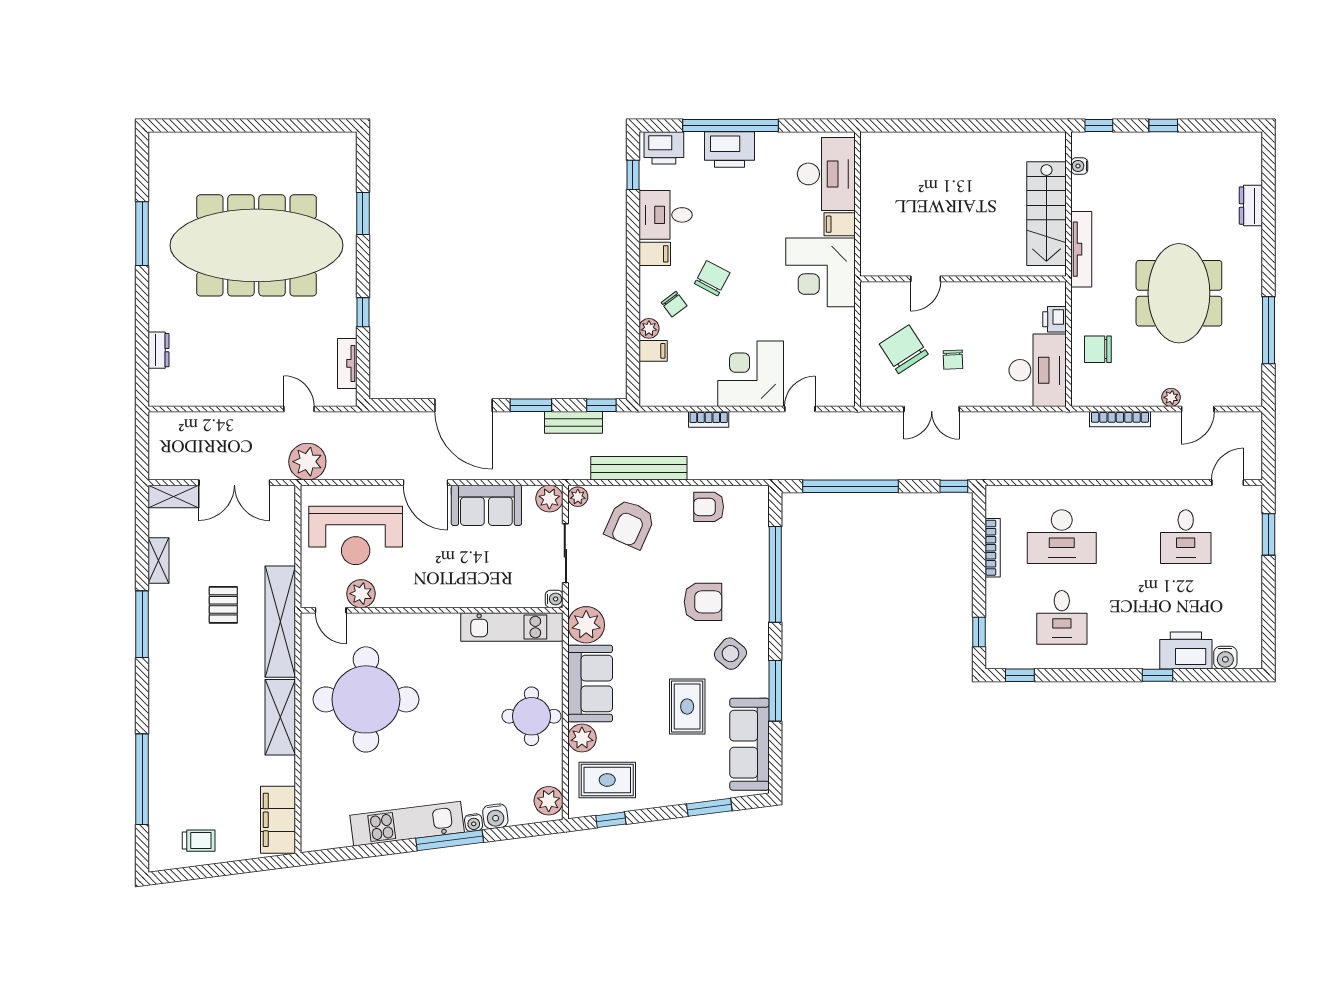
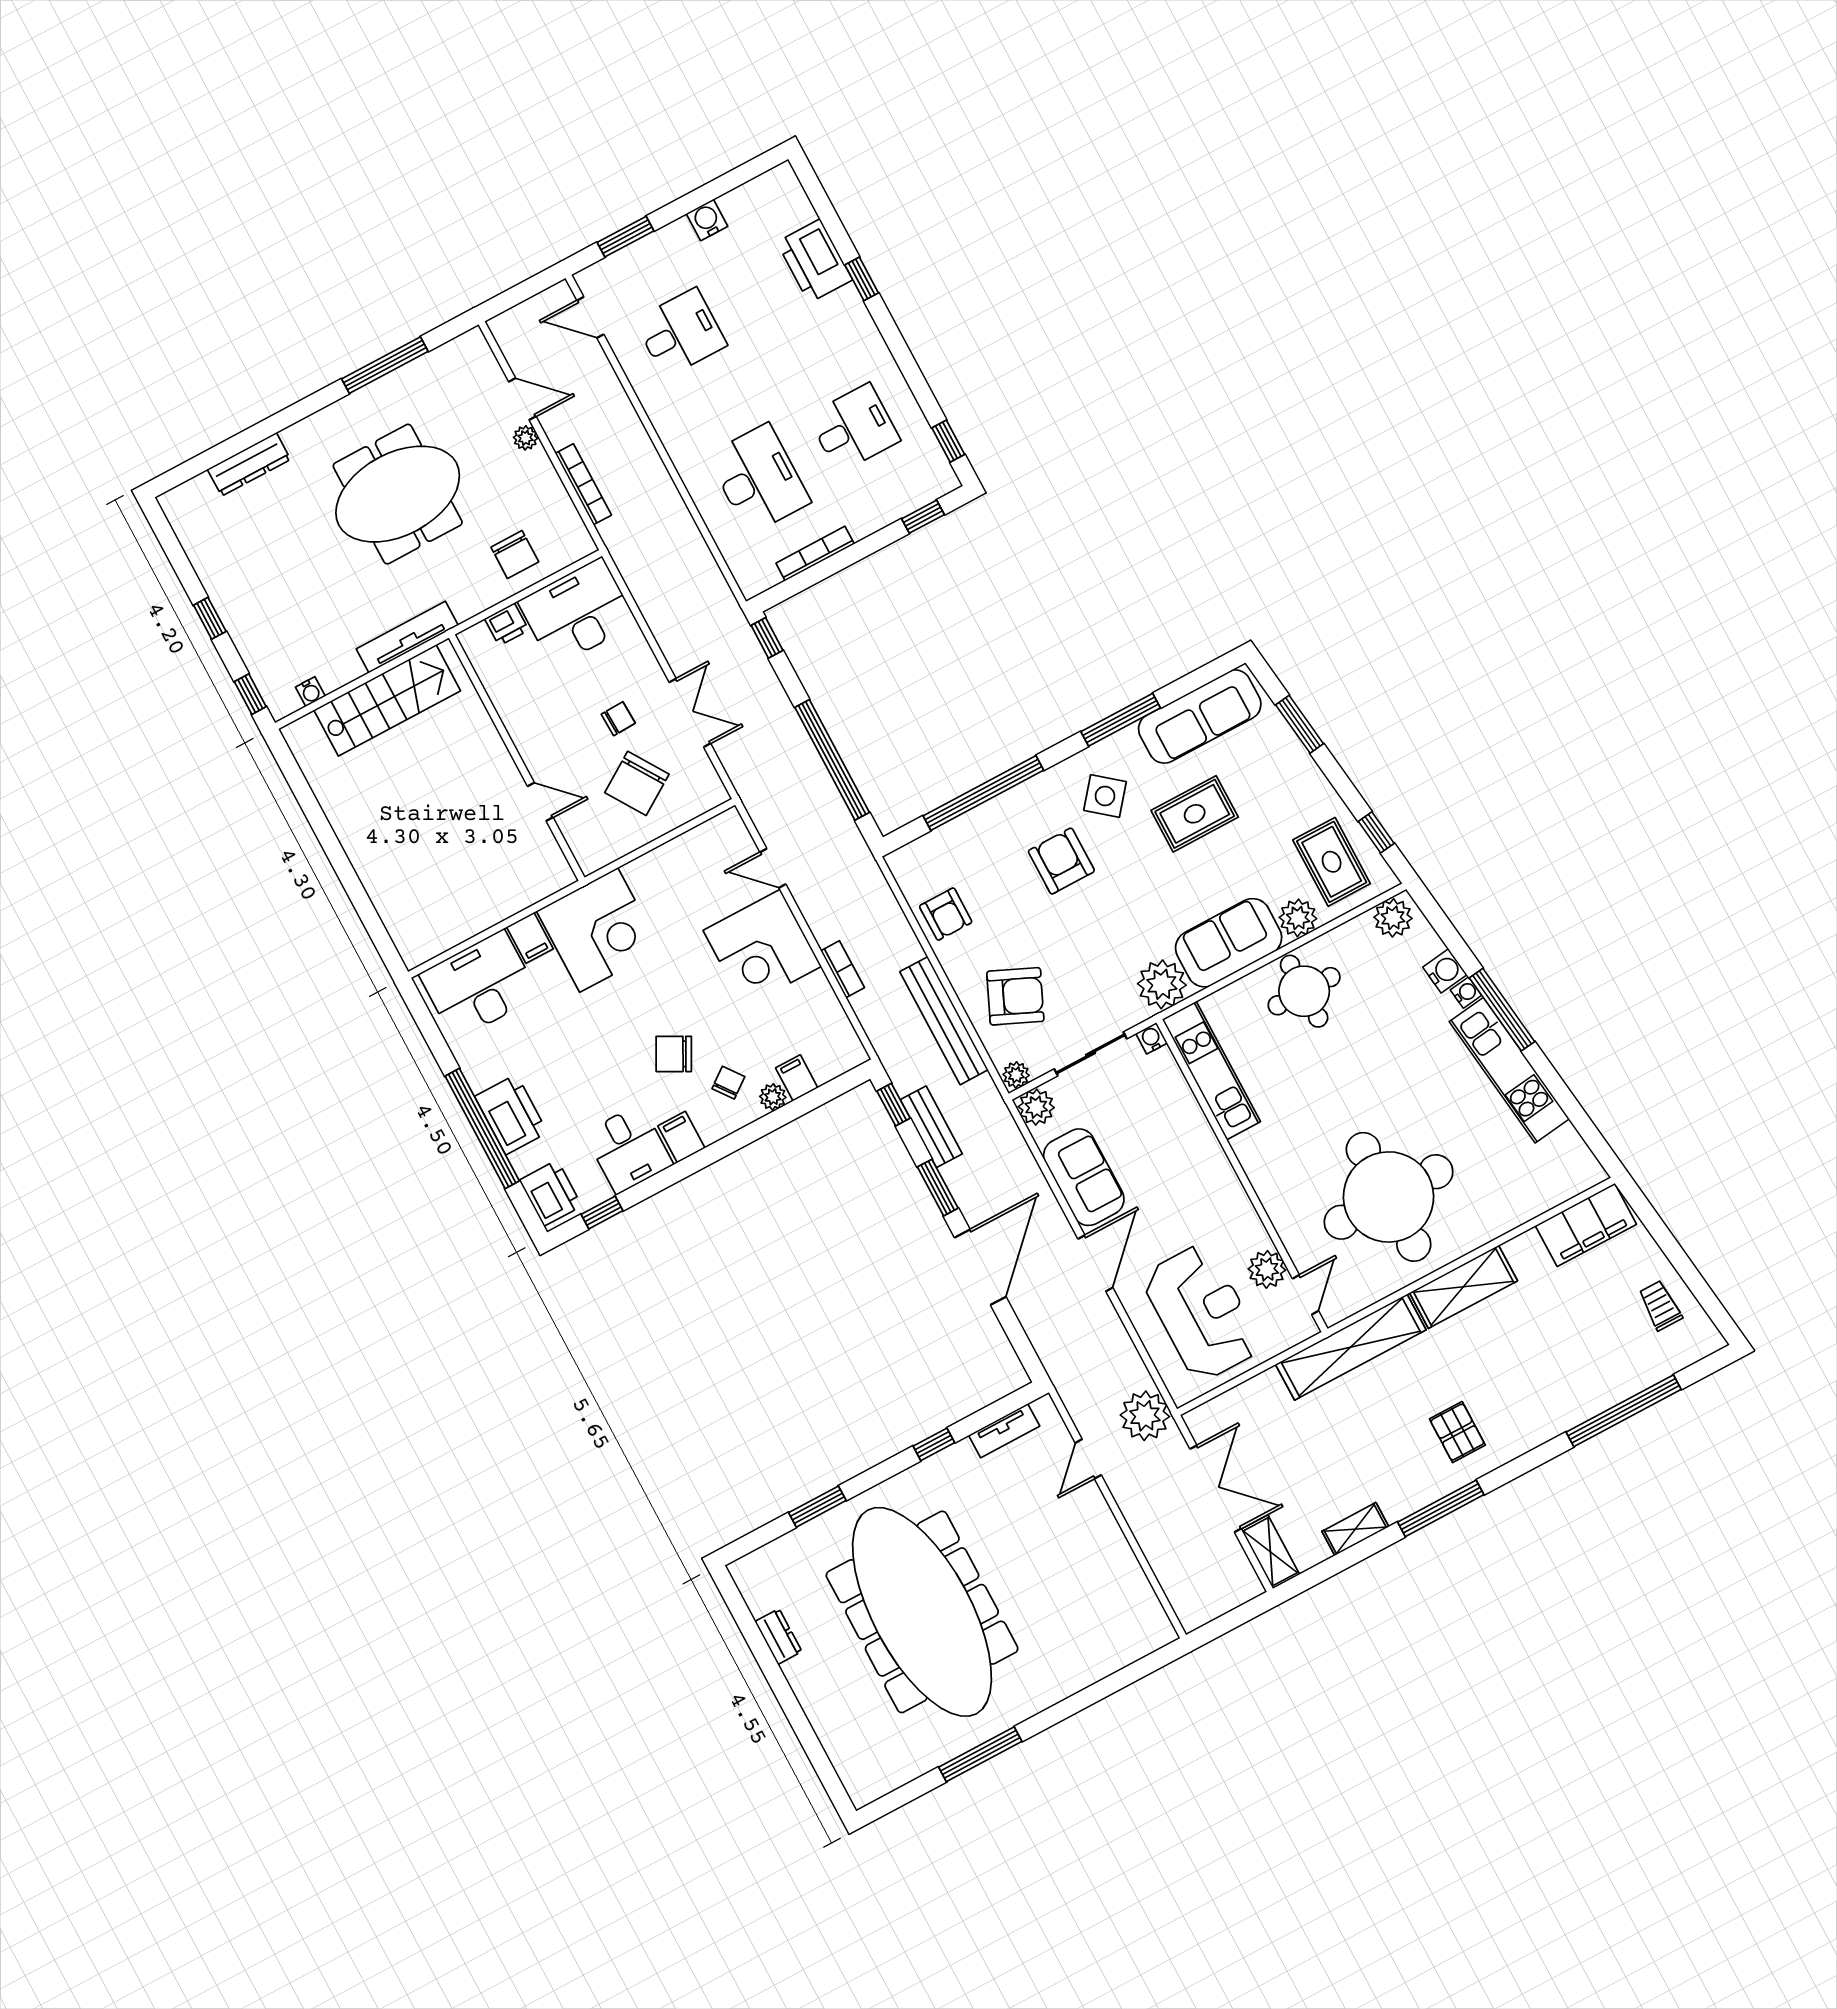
dresser: (1251, 206) -> (249, 464), width x1.44
dresser: (158, 350) -> (778, 1637), moved, turned 90
pallet: (223, 605) -> (1457, 1432), moved, turned 90
water cooler: (1225, 658) -> (707, 220), moved, turned -90

